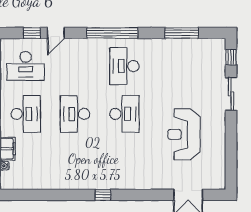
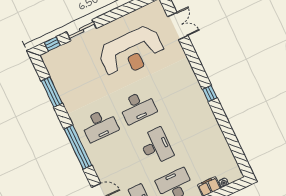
desk: (75, 114) -> (156, 146), turned -90
desk: (124, 114) -> (138, 107), turned 180
reception desk: (184, 134) -> (131, 52), width x1.36, depth x1.30

